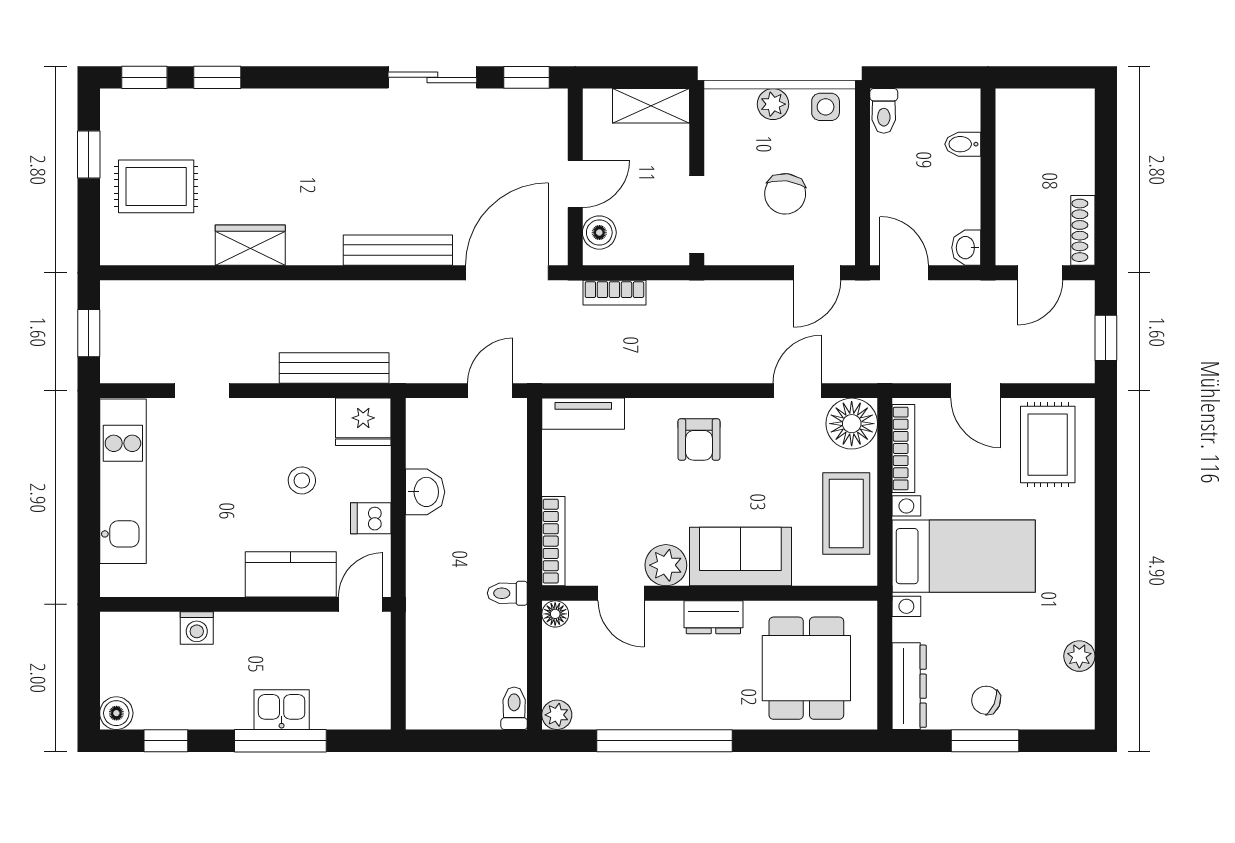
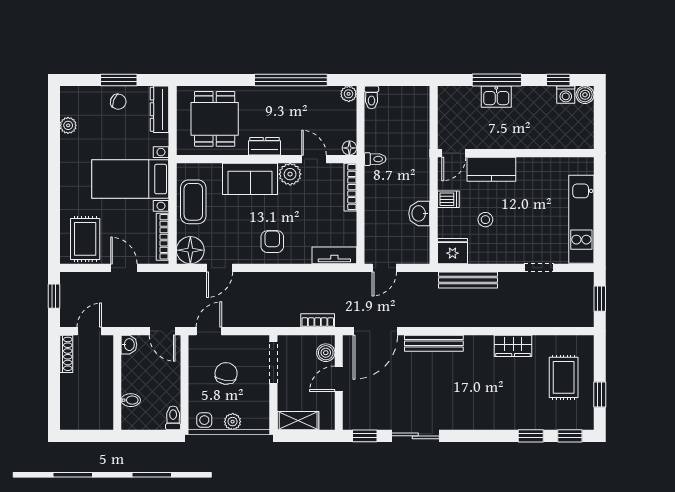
rug: (156, 186) -> (564, 377), turned 90
washing machine: (197, 628) -> (566, 95), moved, turned 180

